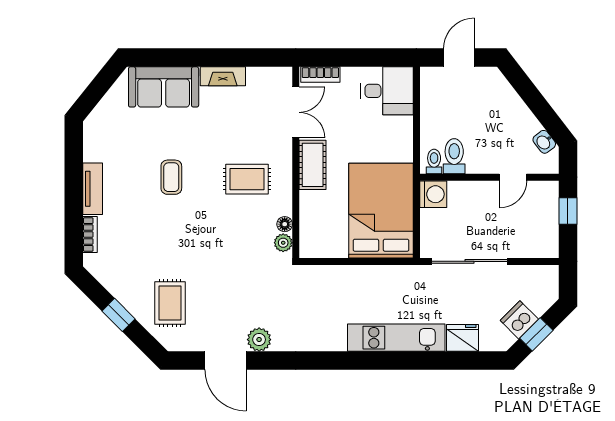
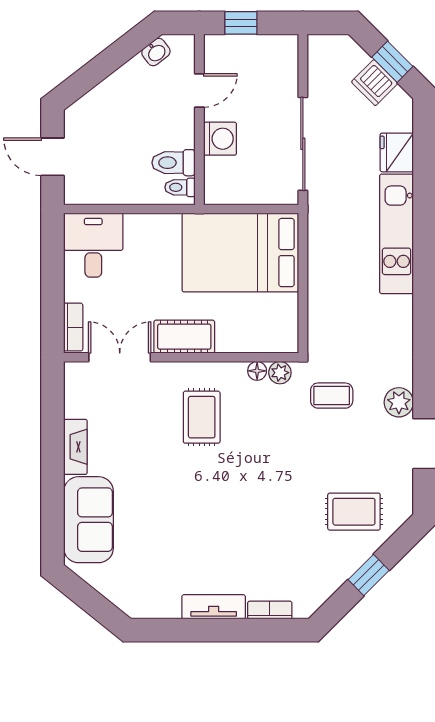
coffee table: (171, 177) -> (332, 396), moved
door: (513, 177) -> (199, 90), hinge flipped
washing machine: (433, 194) -> (220, 139), moved, turned 90

